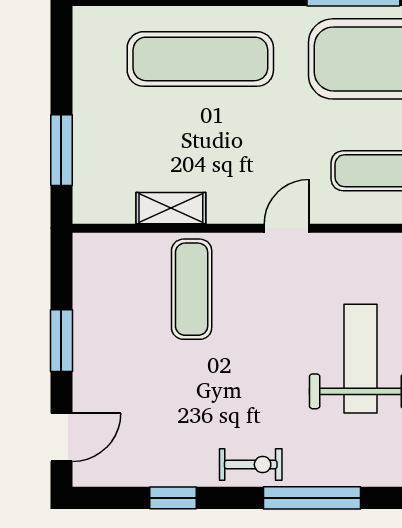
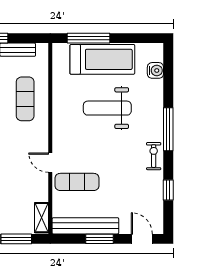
shelving: (171, 208) -> (42, 218), moved
door: (287, 228) -> (50, 163), moved
bench: (91, 308) -> (85, 226), added

